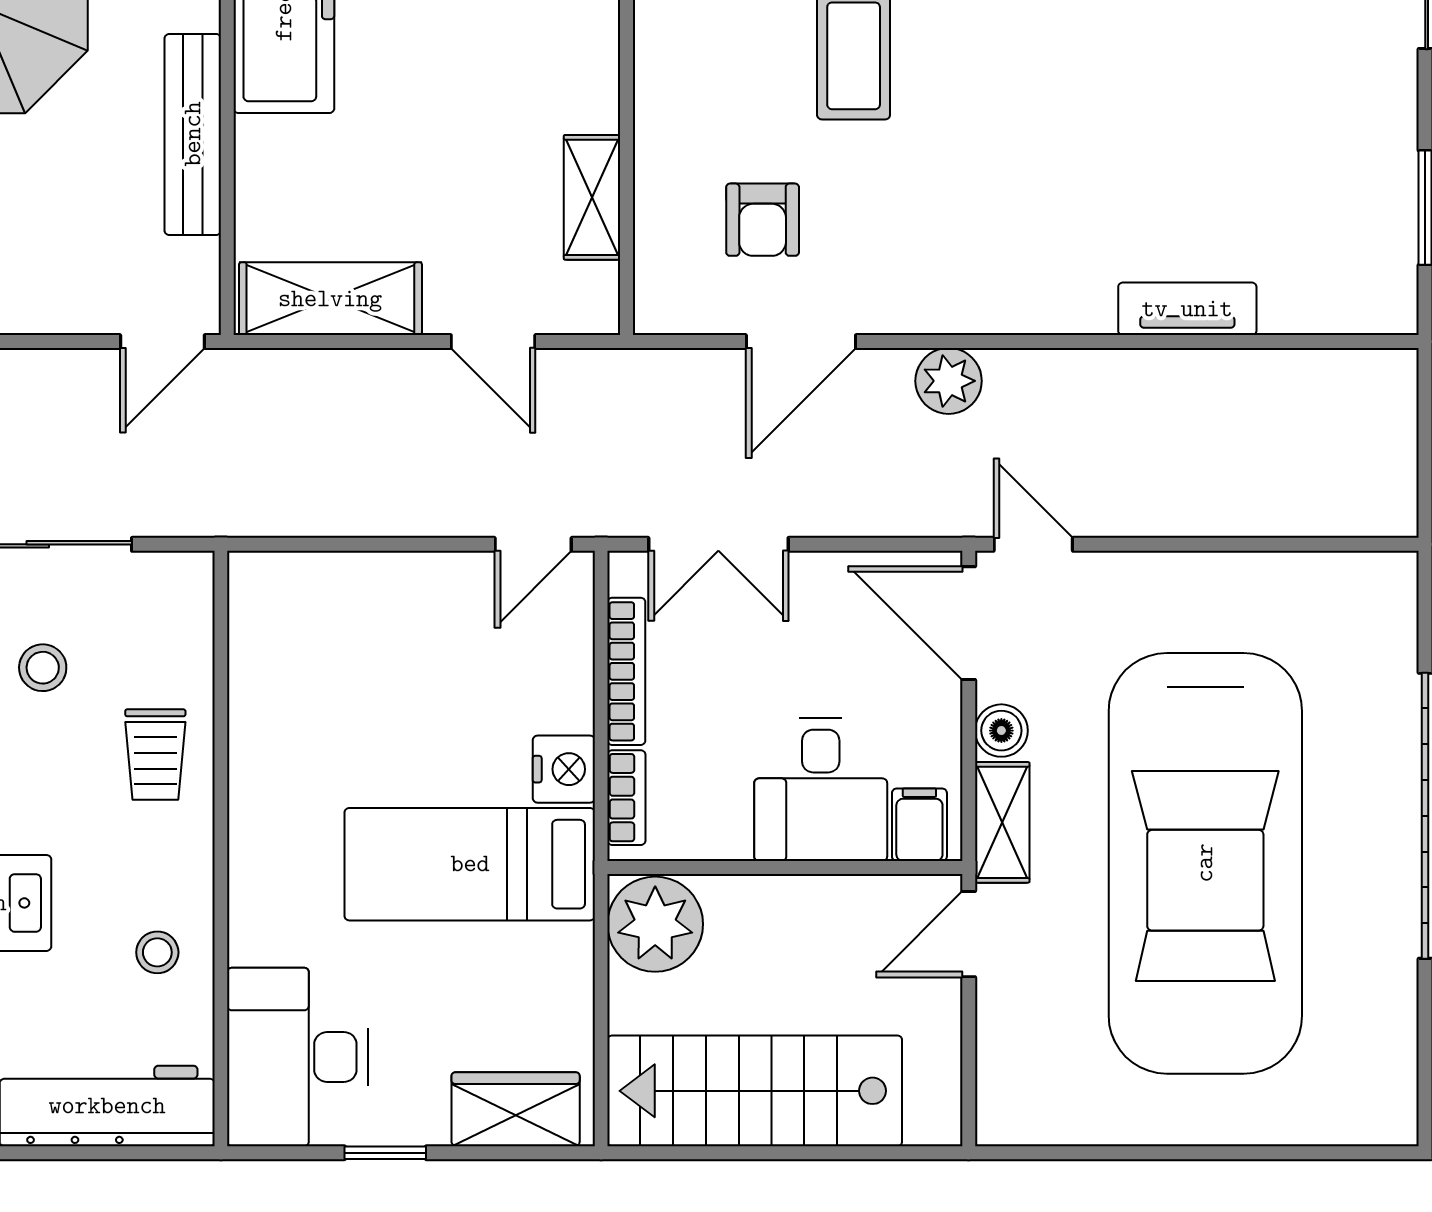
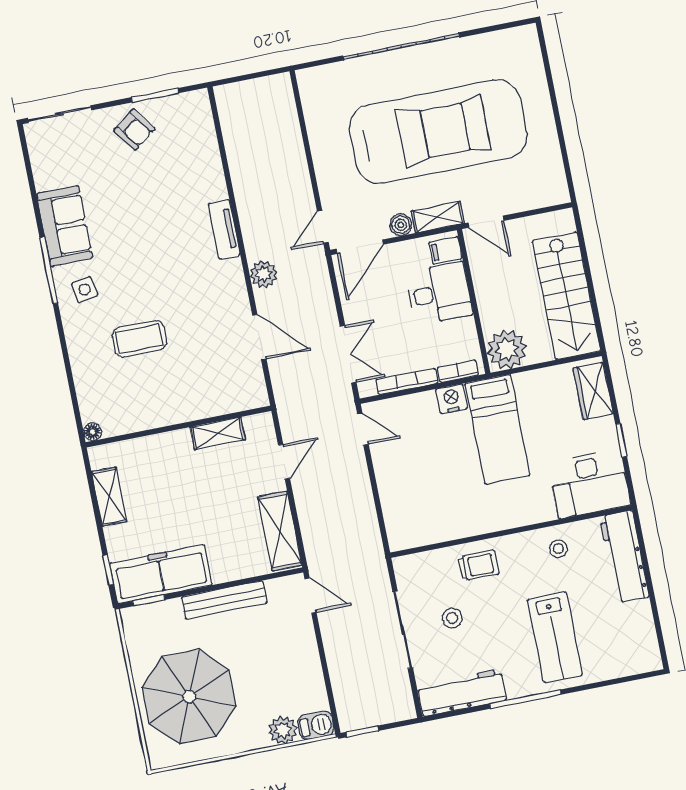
armchair: (763, 220) -> (134, 129), moved, turned 53
tv unit: (1187, 309) -> (224, 229), moved

